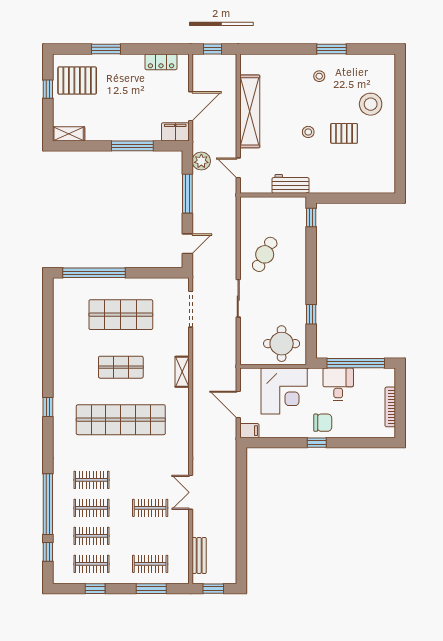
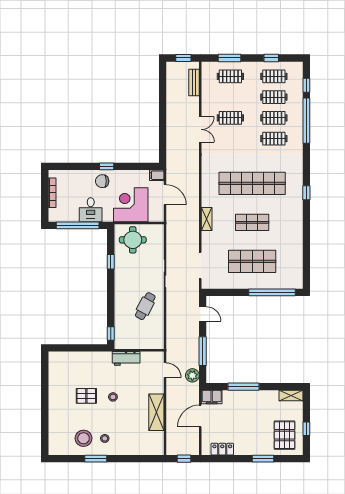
pallet: (77, 81) -> (285, 435), turned 90
stool: (371, 104) -> (84, 438), moved
shelving: (250, 111) -> (156, 412), width x0.68
door: (187, 244) -> (203, 314), swing flipped

